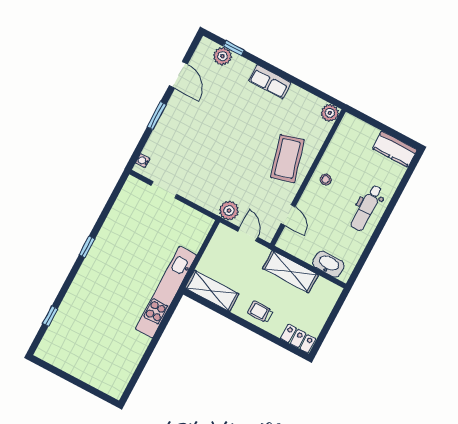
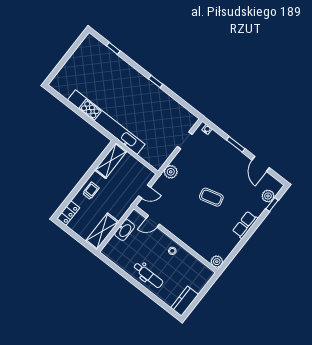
door: (178, 75) -> (261, 164), hinge flipped
coffee table: (287, 159) -> (211, 197), moved, width x0.73, depth x0.76
dental chair: (367, 208) -> (148, 275), turned 180
plant: (229, 211) -> (171, 172), moved
washbasin: (328, 264) -> (125, 230), moved
shelving: (290, 272) -> (102, 231), moved
kitchen unit: (166, 292) -> (106, 122), width x1.36

